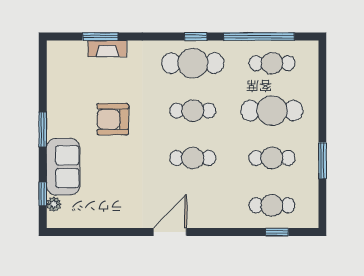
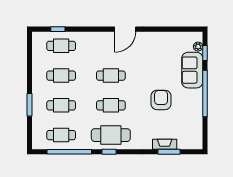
cafe table: (272, 111) -> (61, 105), width x0.73, depth x0.74
armchair: (113, 119) -> (161, 100), turned -90
window: (43, 129) -> (205, 93), width x2.11
window: (322, 161) -> (29, 105), moved

